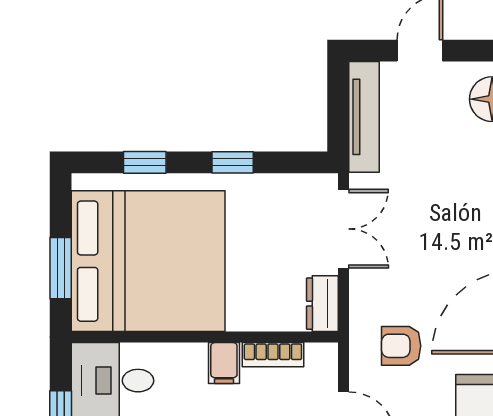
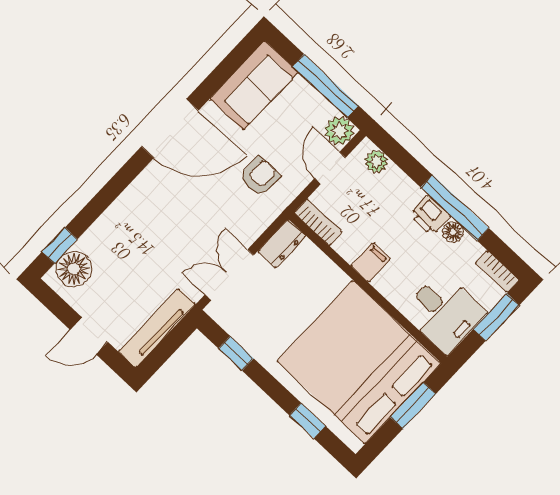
window: (233, 162) -> (236, 353), moved
armchair: (401, 346) -> (259, 176), turned -90
bookcase: (273, 355) -> (318, 222), moved

